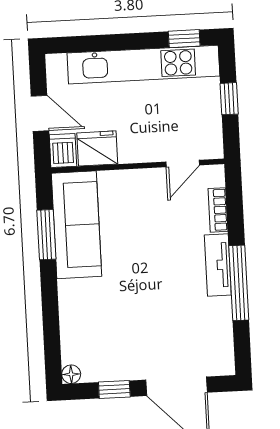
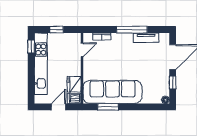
door: (183, 164) -> (82, 50), hinge flipped
sofa: (76, 225) -> (112, 92), width x1.36, depth x1.27
tv unit: (218, 265) -> (146, 38), moved

